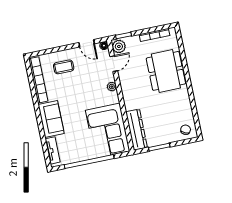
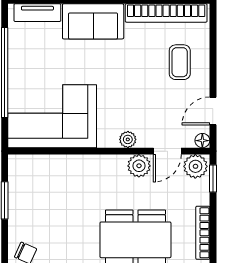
door: (114, 64) -> (167, 151), hinge flipped
plant: (125, 77) -> (139, 166), added
dresser: (136, 130) -> (43, 167), removed

